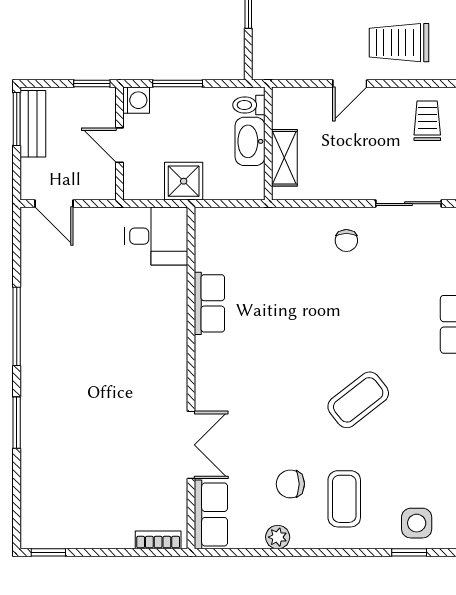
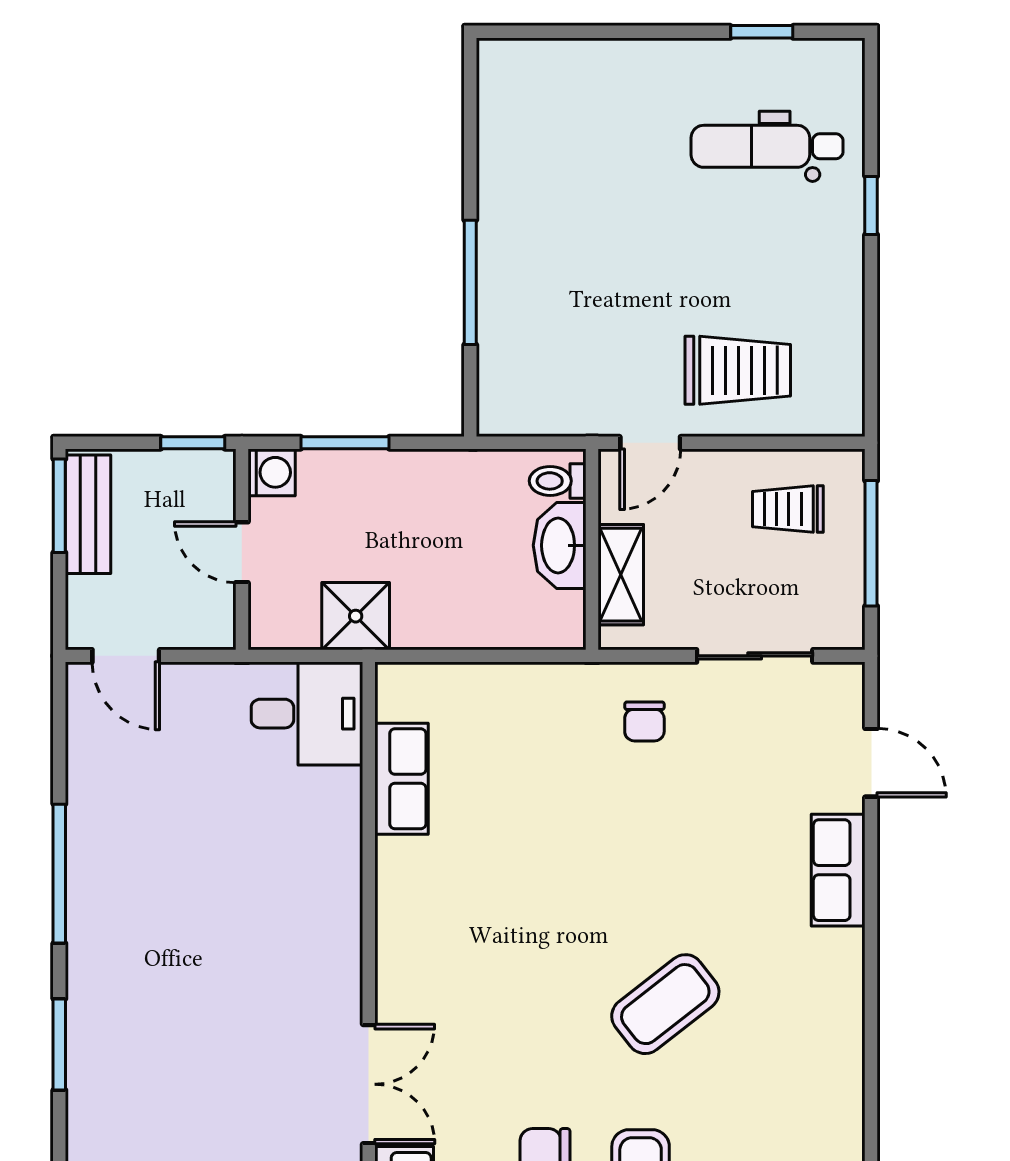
trolley: (399, 43) -> (738, 370), turned 180
toilet: (249, 105) -> (558, 481), moved
trolley: (427, 121) -> (788, 509), turned -90
washbasin: (250, 141) -> (560, 545), moved
wall: (268, 144) -> (592, 549), moved
shelving: (284, 158) -> (621, 575), moved
row of seats: (209, 303) -> (401, 779), moved

